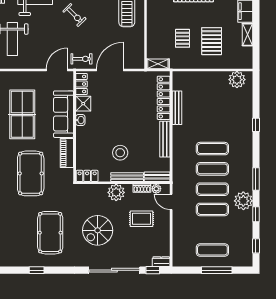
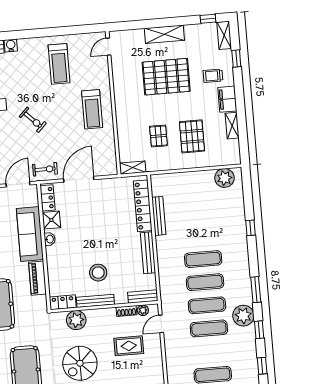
bench: (127, 177) -> (95, 301), moved
plant: (116, 192) -> (76, 320), moved
door: (171, 202) -> (161, 324), hinge flipped

